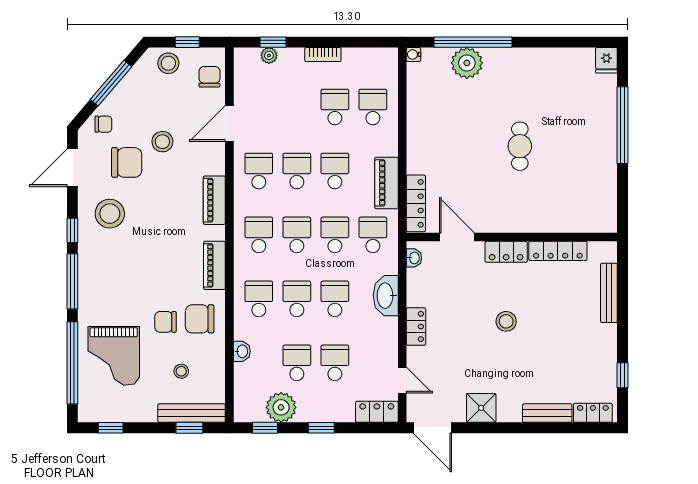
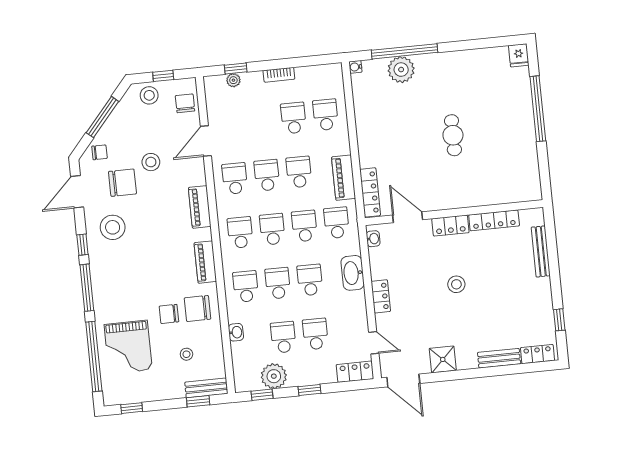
bench: (192, 413) -> (206, 388), width x0.73

